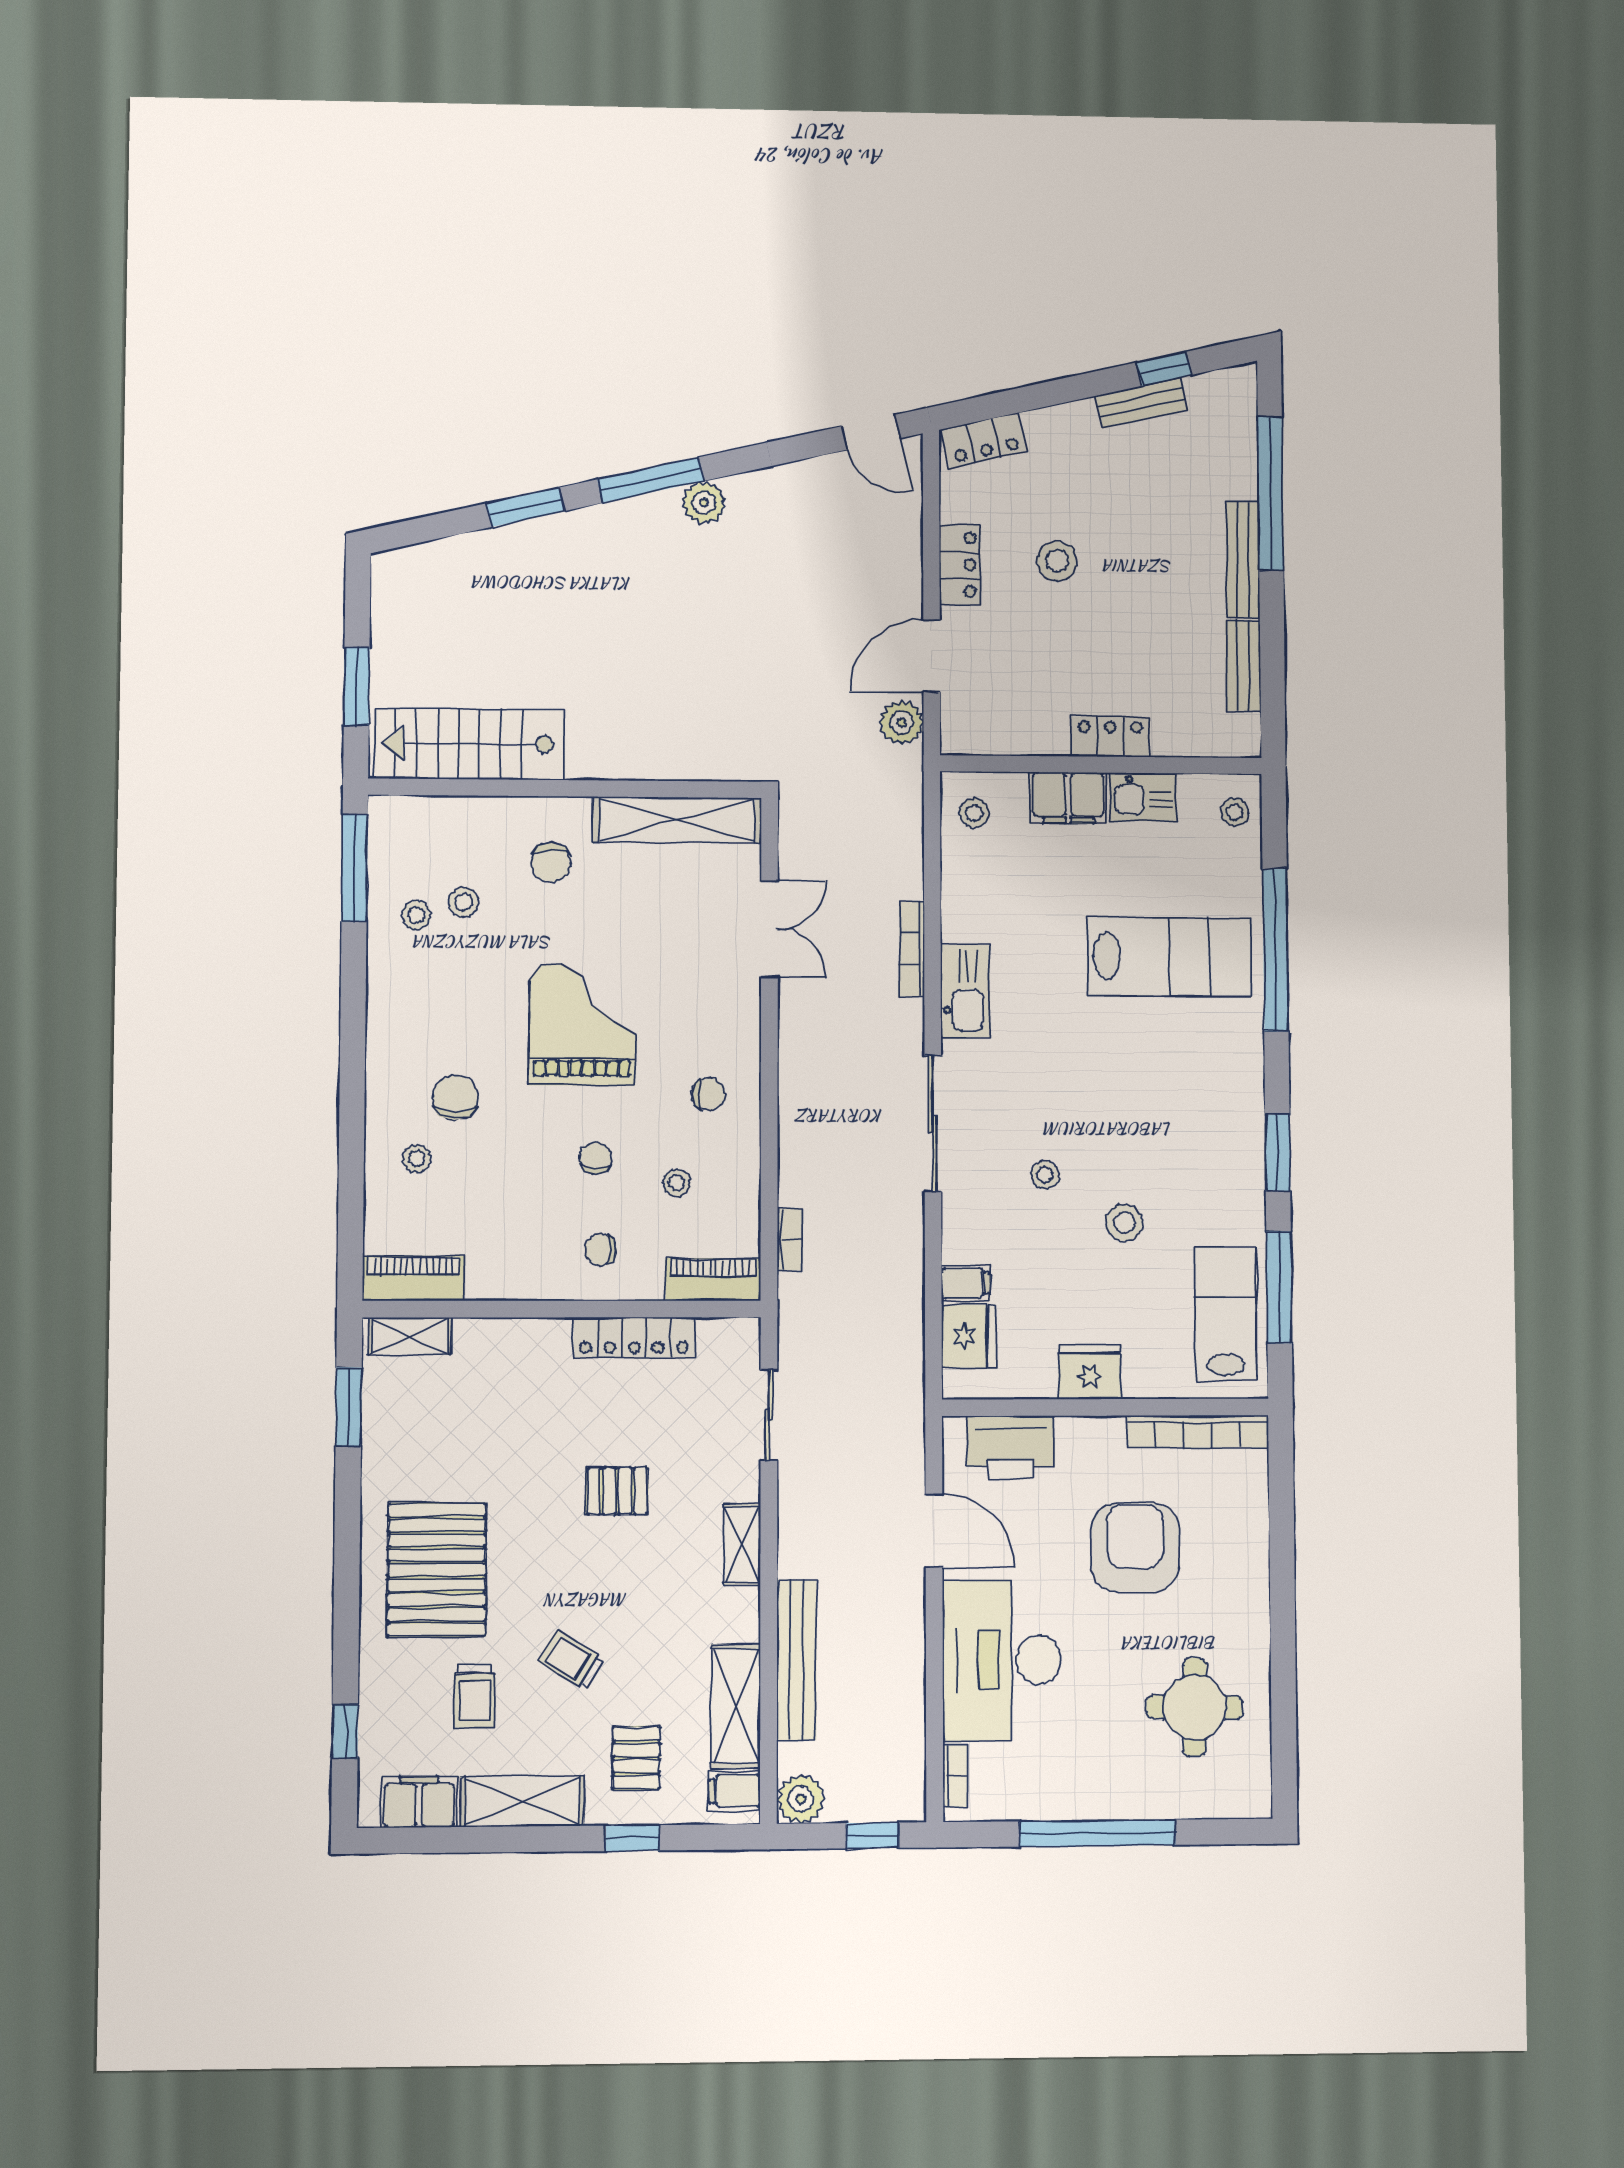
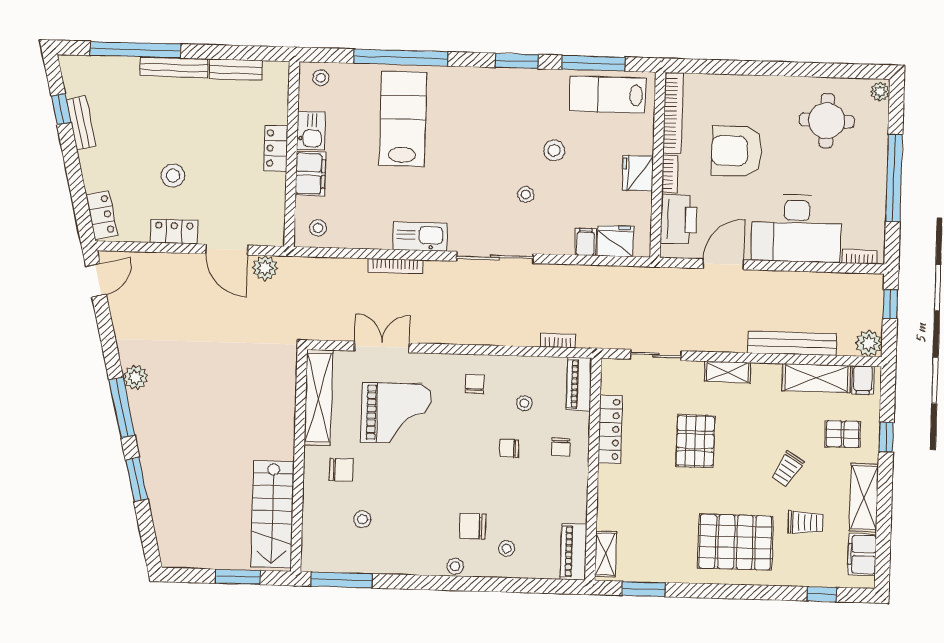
stool: (416, 915) -> (455, 566), moved
grand piano: (582, 1024) -> (396, 413), moved, turned 180
bookcase: (1091, 1429) -> (670, 174), added
pallet: (617, 1491) -> (695, 441), width x1.50, depth x1.42
plant: (1250, 1802) -> (880, 92), added

